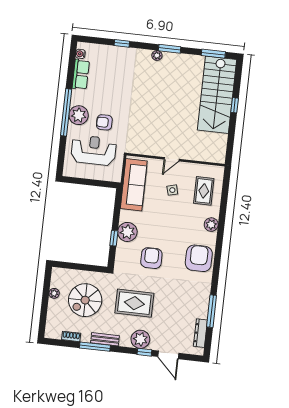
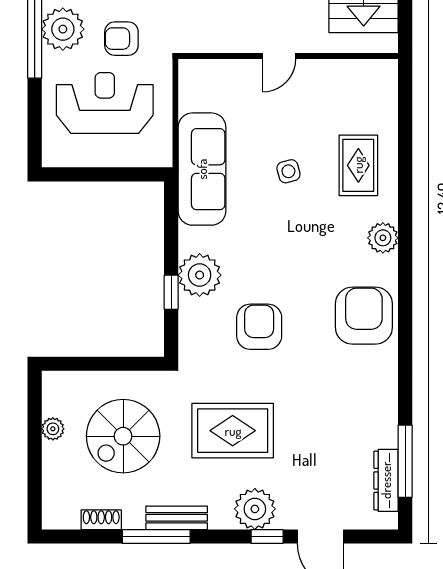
door: (172, 159) -> (279, 56), moved
wall: (176, 160) -> (288, 56), moved
window: (212, 311) -> (405, 461), moved

